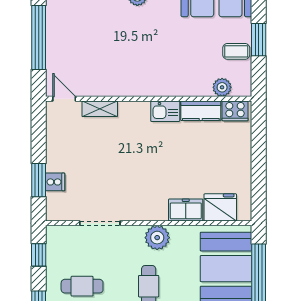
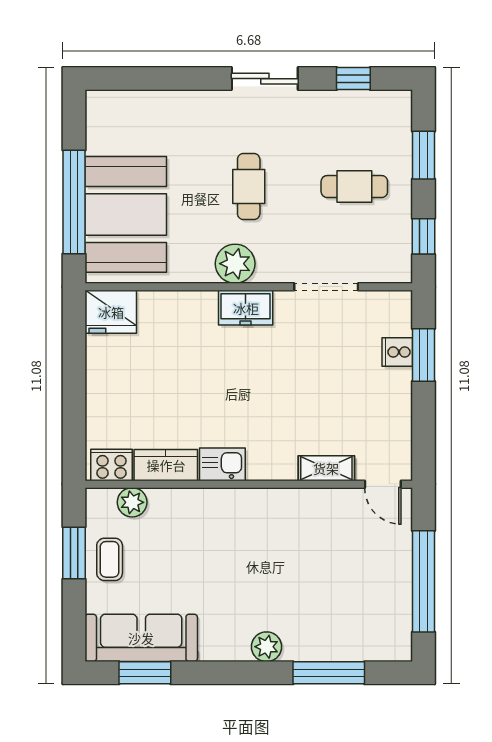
window: (259, 40) -> (74, 553), moved
coffee table: (236, 51) -> (110, 559), turned 90
fridge: (220, 207) -> (111, 312), moved
freezer: (186, 210) -> (246, 308), moved

